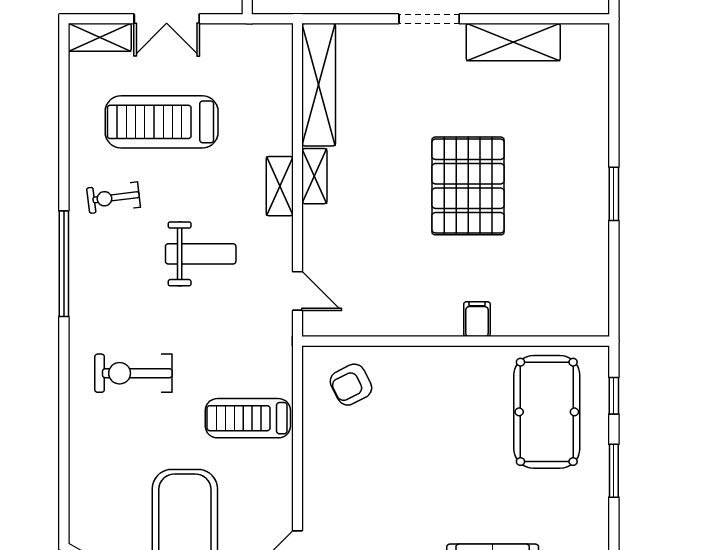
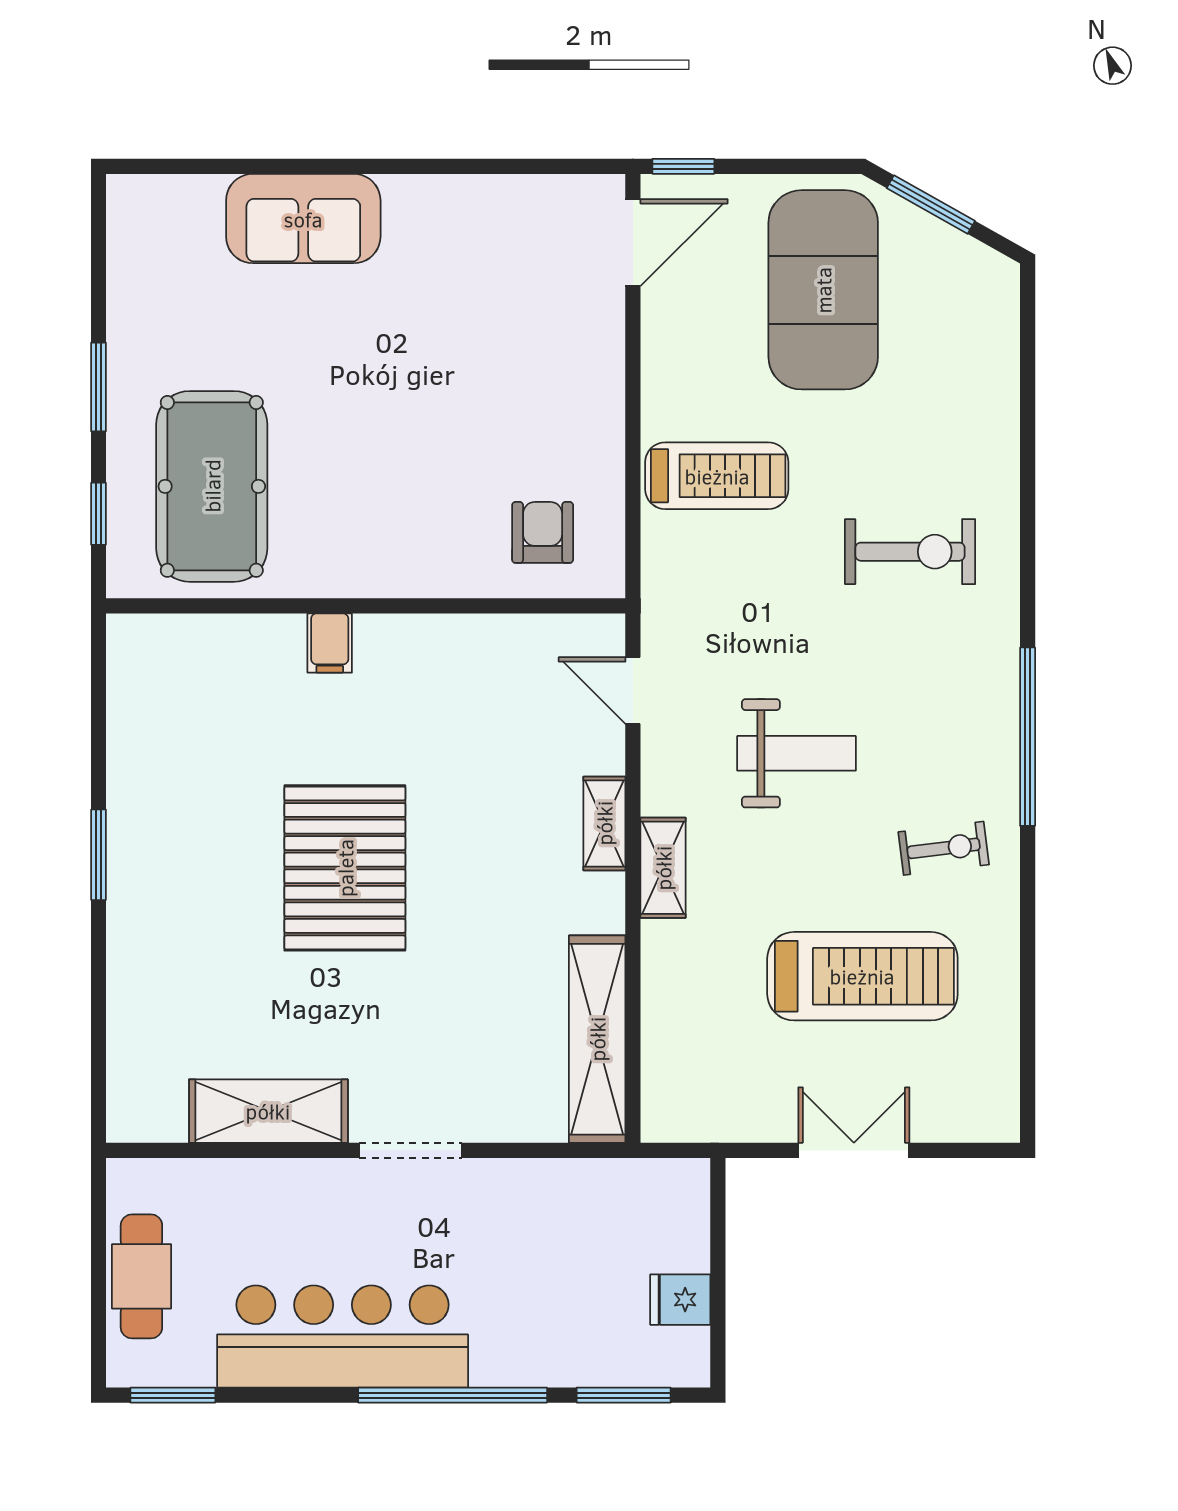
shelving: (100, 37) -> (967, 1119), removed
shelving: (314, 176) -> (604, 823), moved
weight bench: (201, 254) -> (796, 753), turned 180
armchair: (351, 385) -> (543, 532), turned -63

